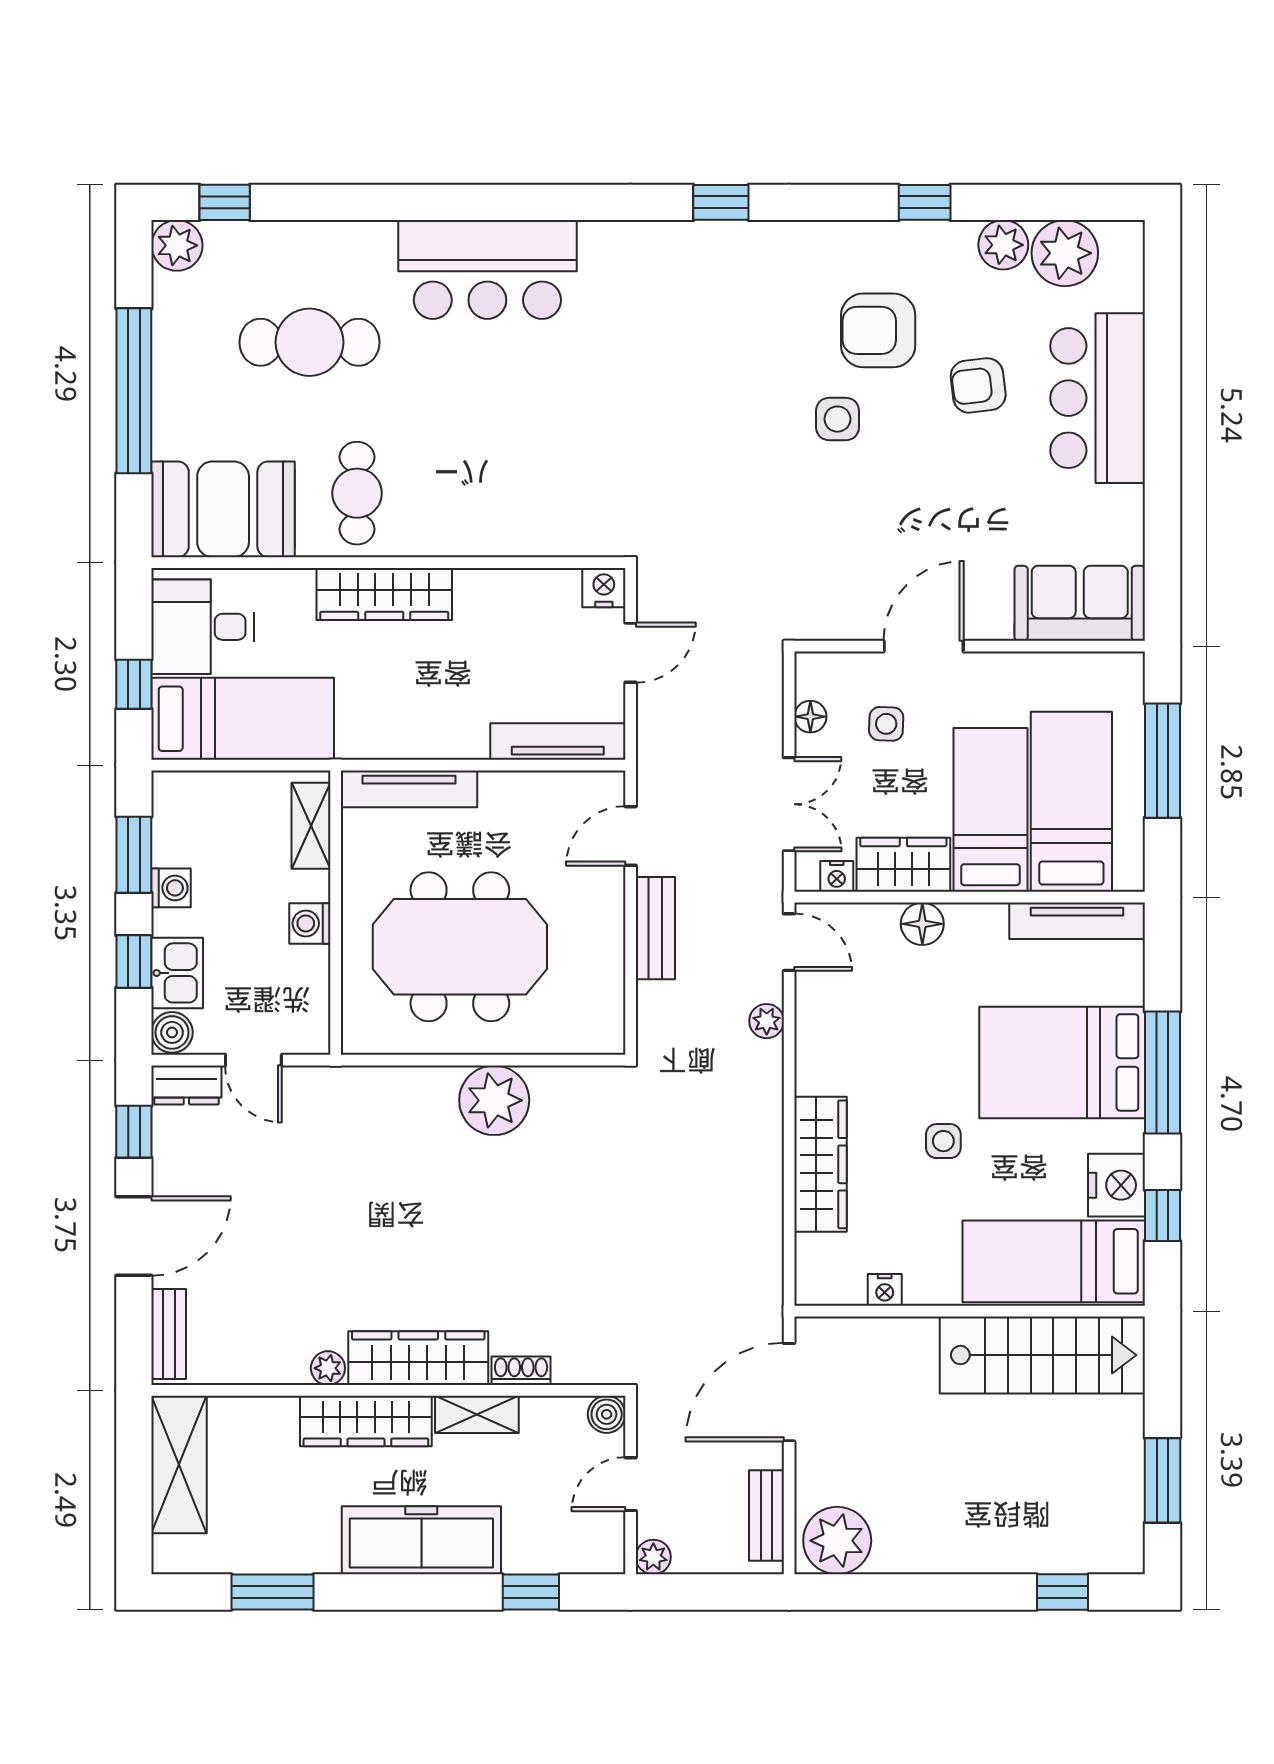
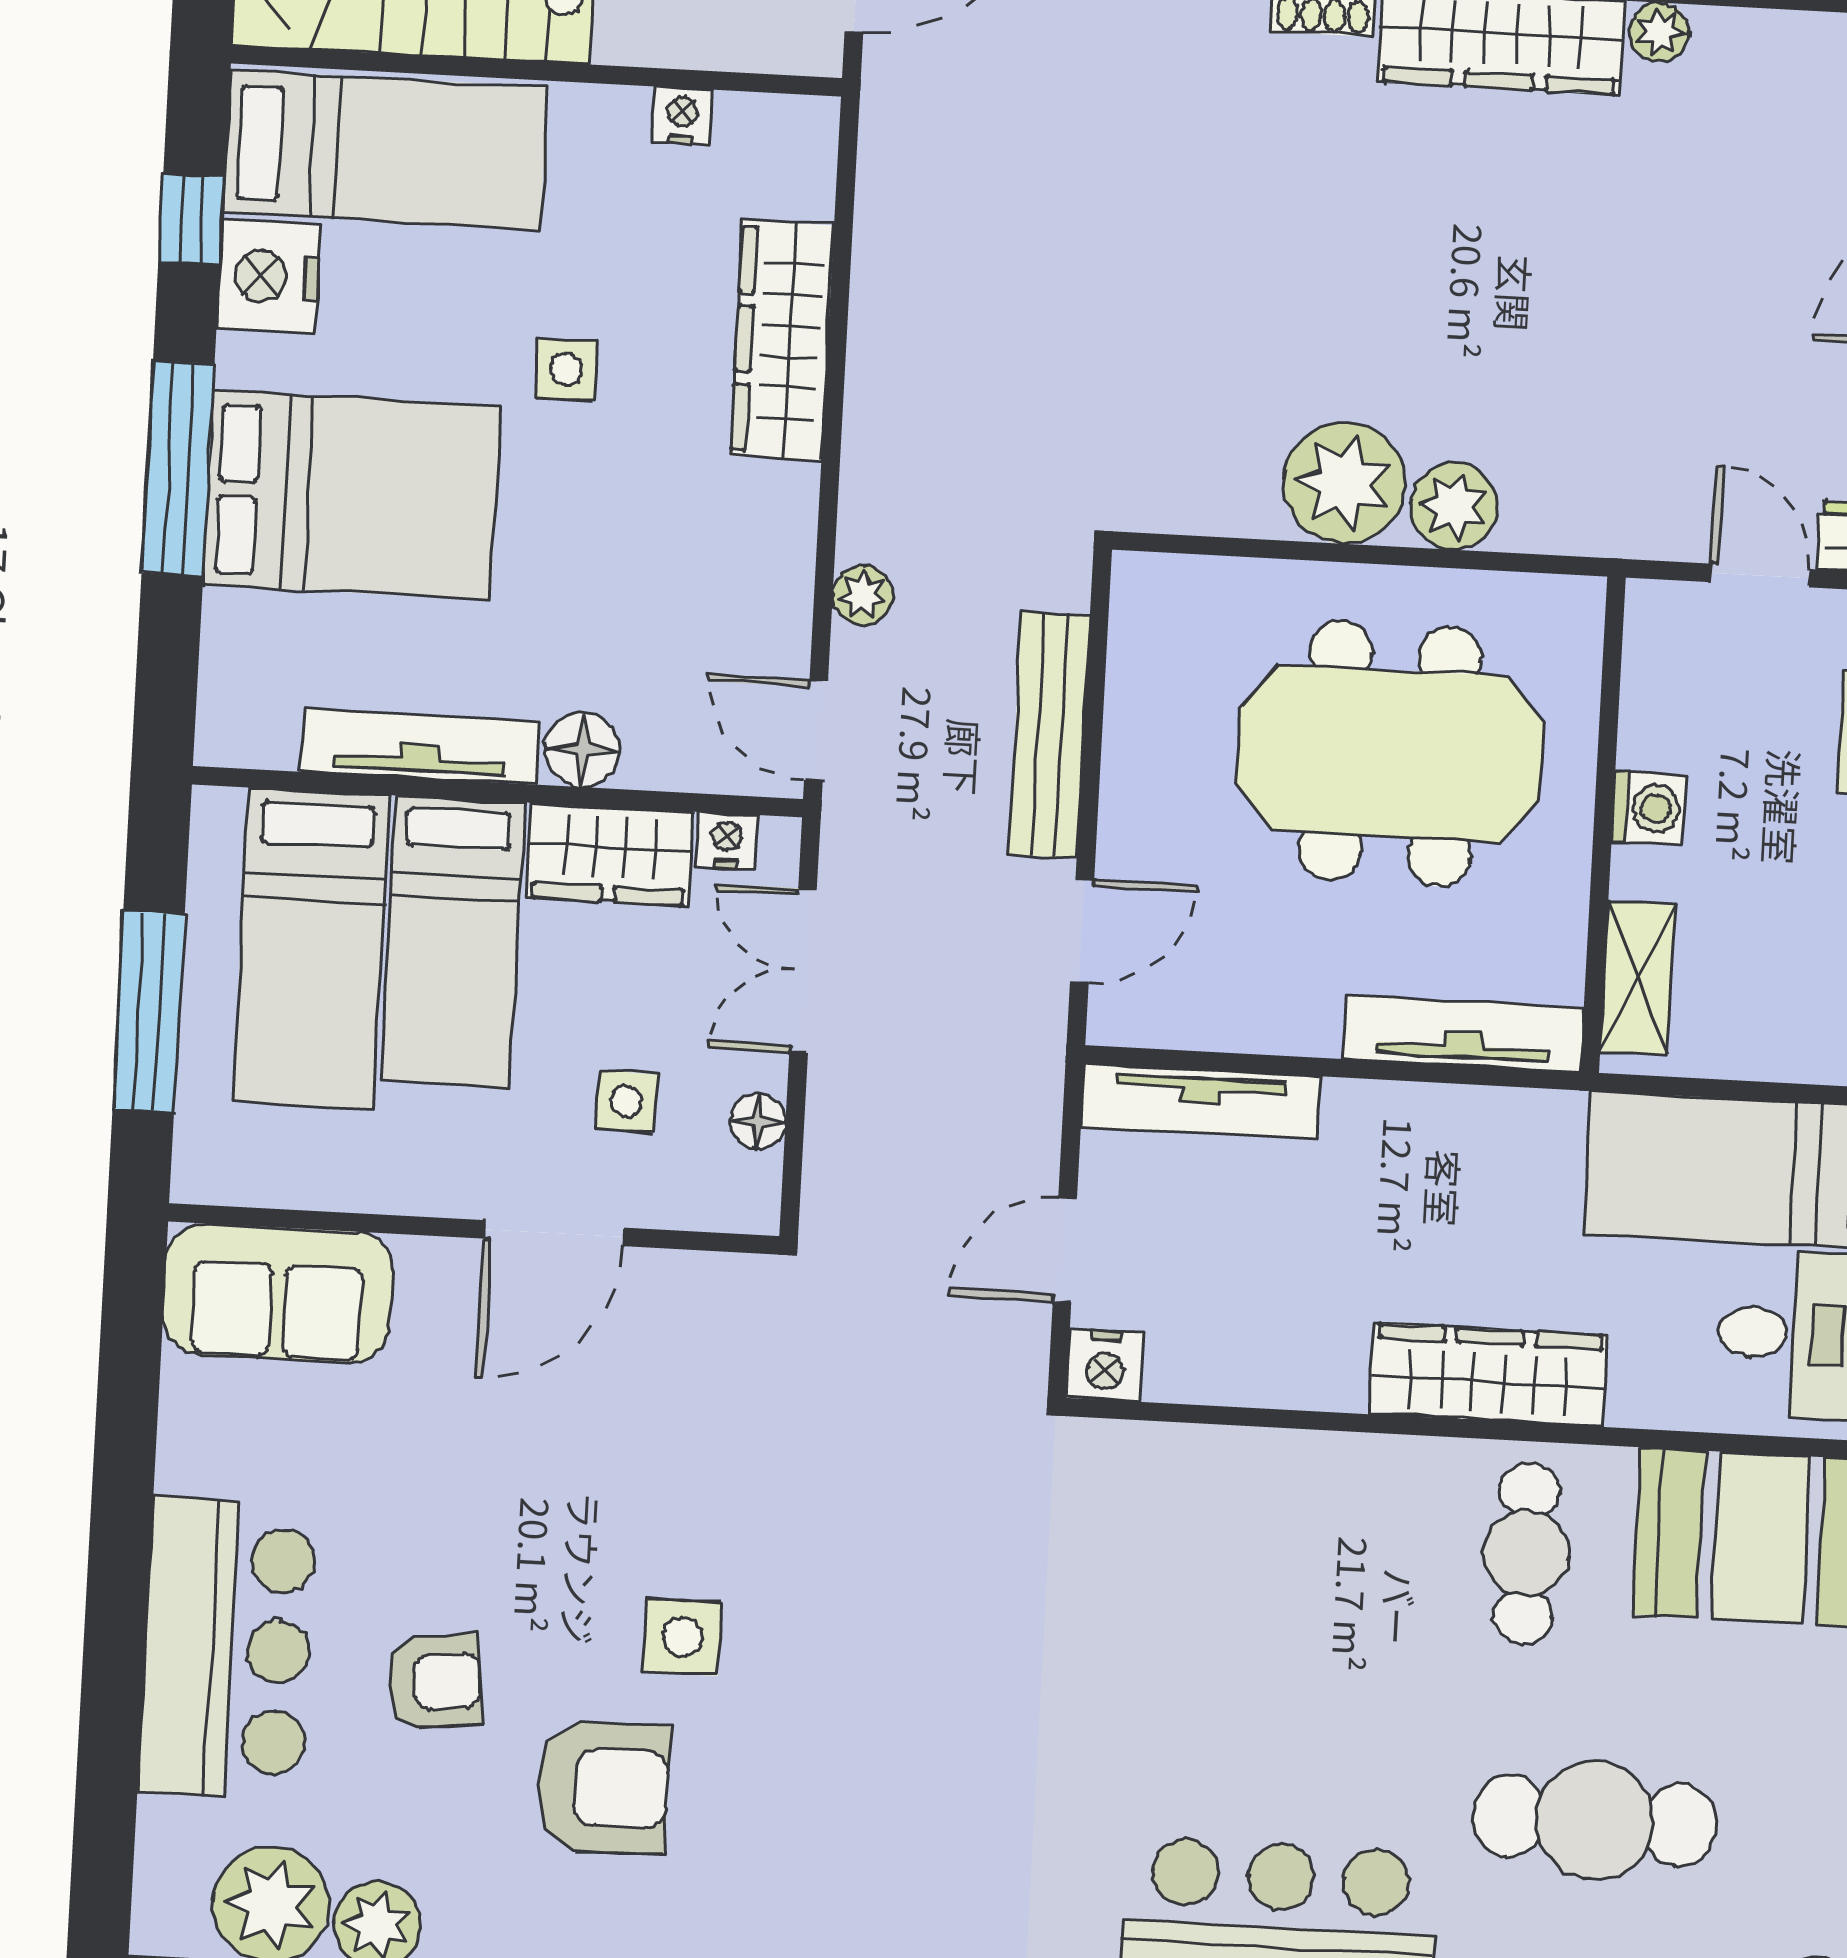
tv unit: (1077, 921) -> (421, 746), moved
bench: (655, 928) -> (1049, 735), width x1.36
plant: (431, 1090) -> (1454, 506), added

